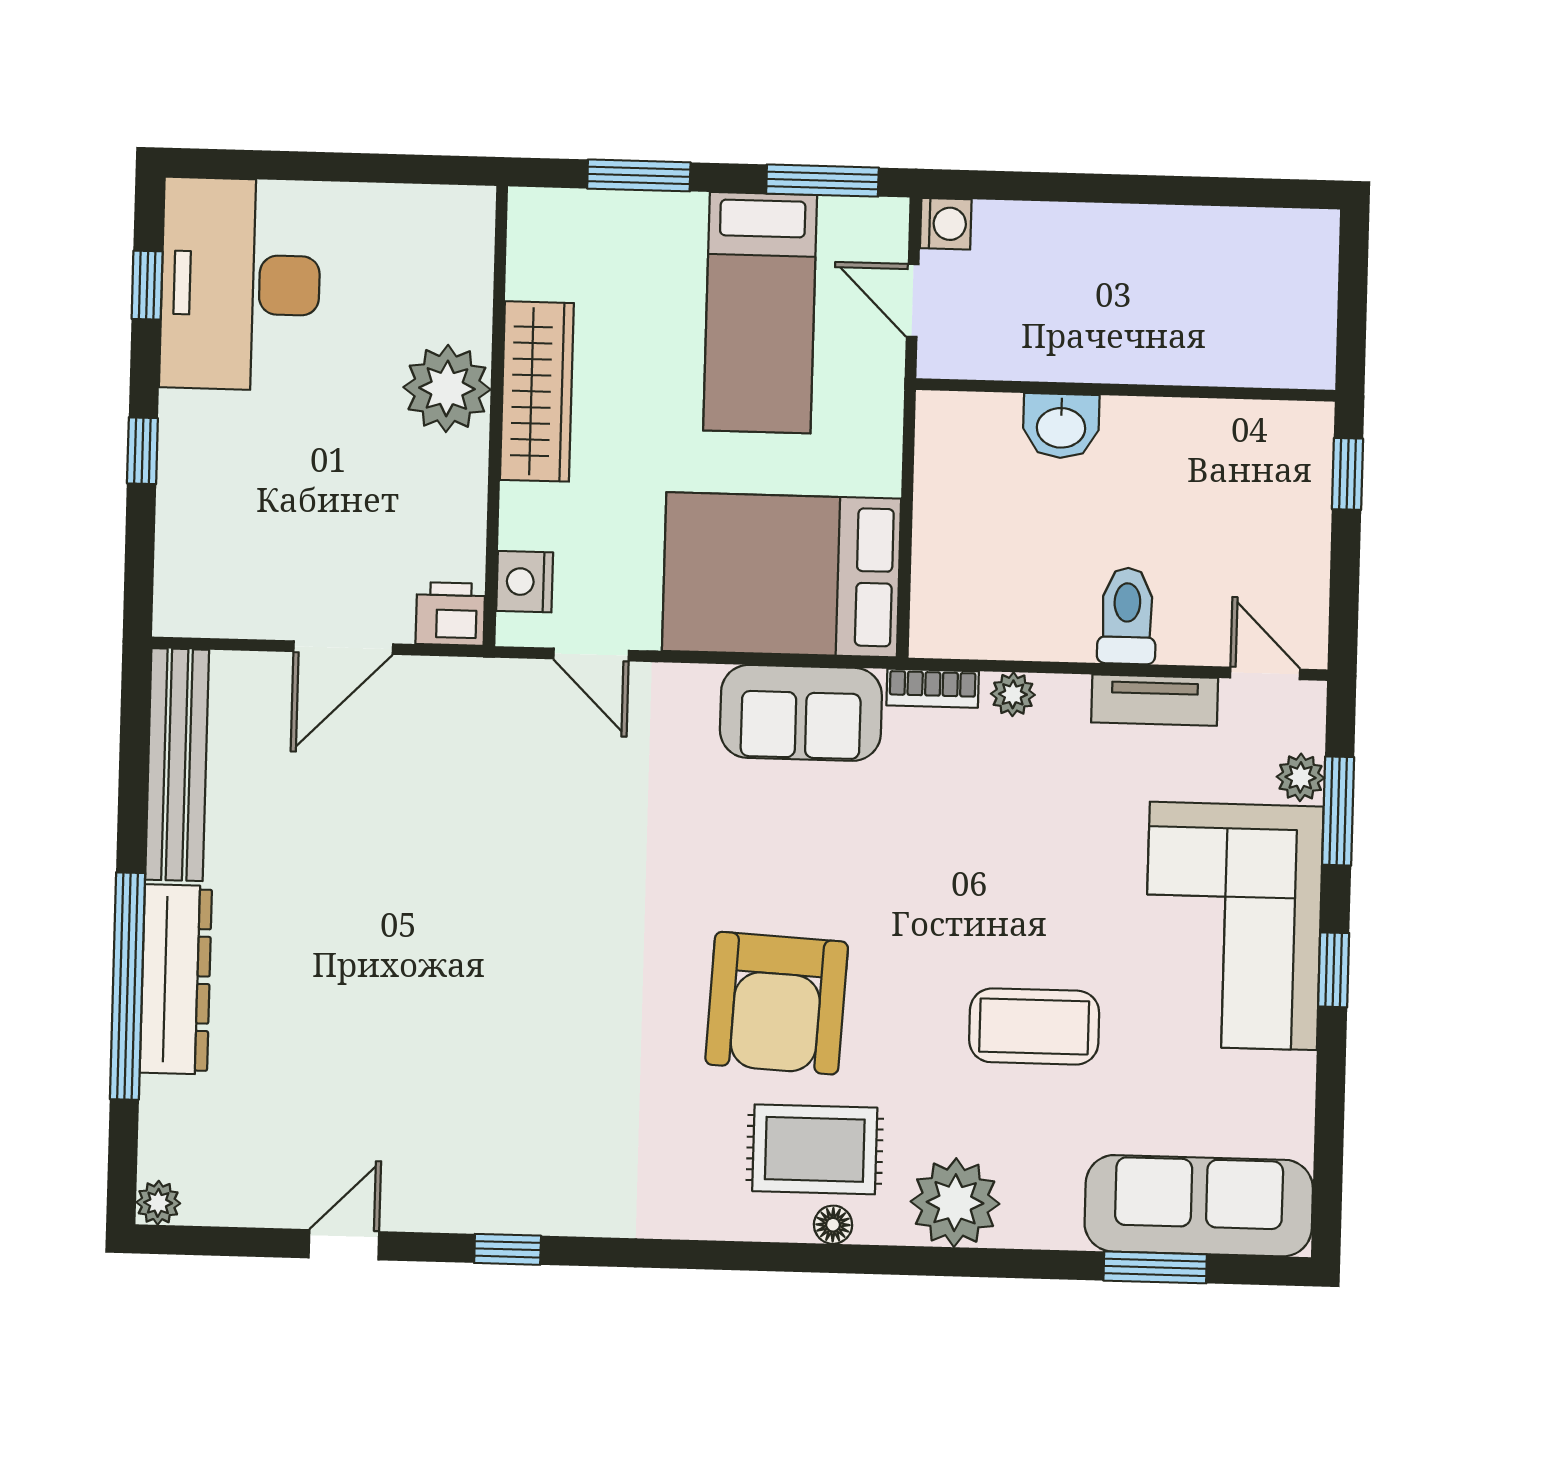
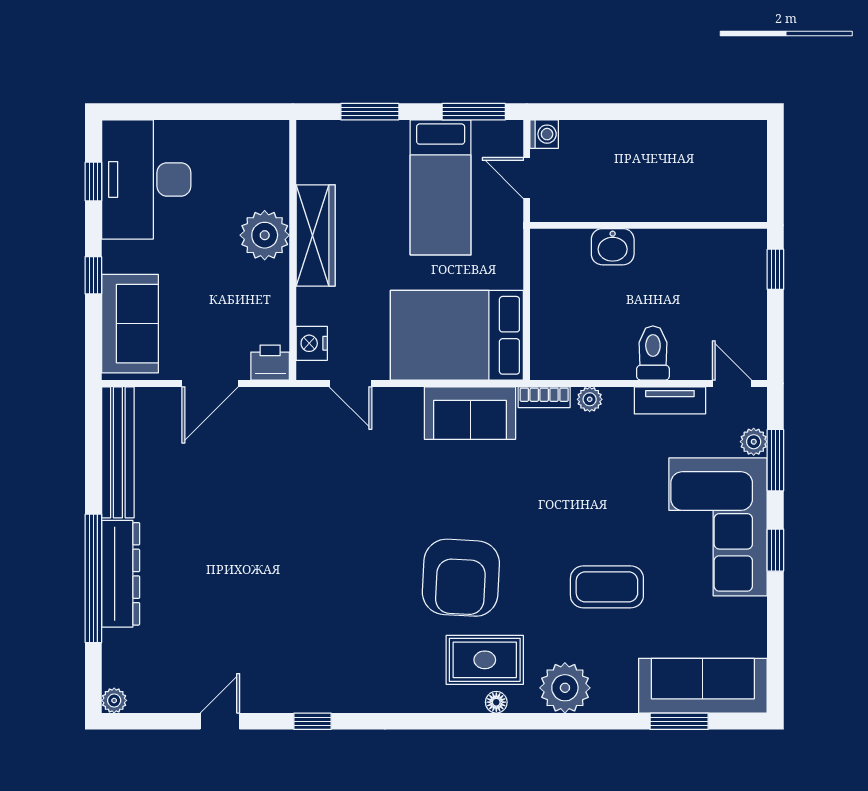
sofa: (205, 538) -> (130, 324), added

